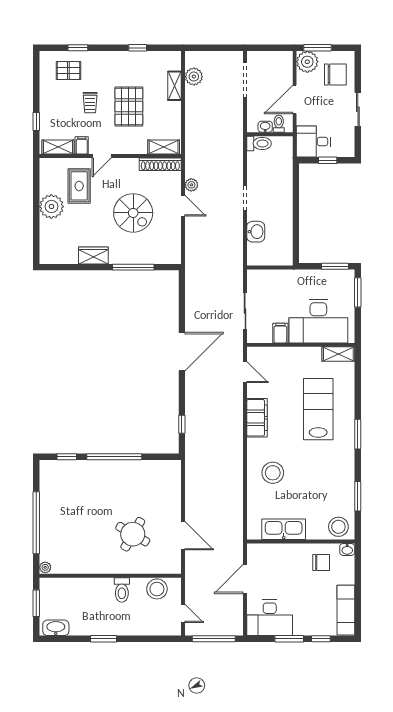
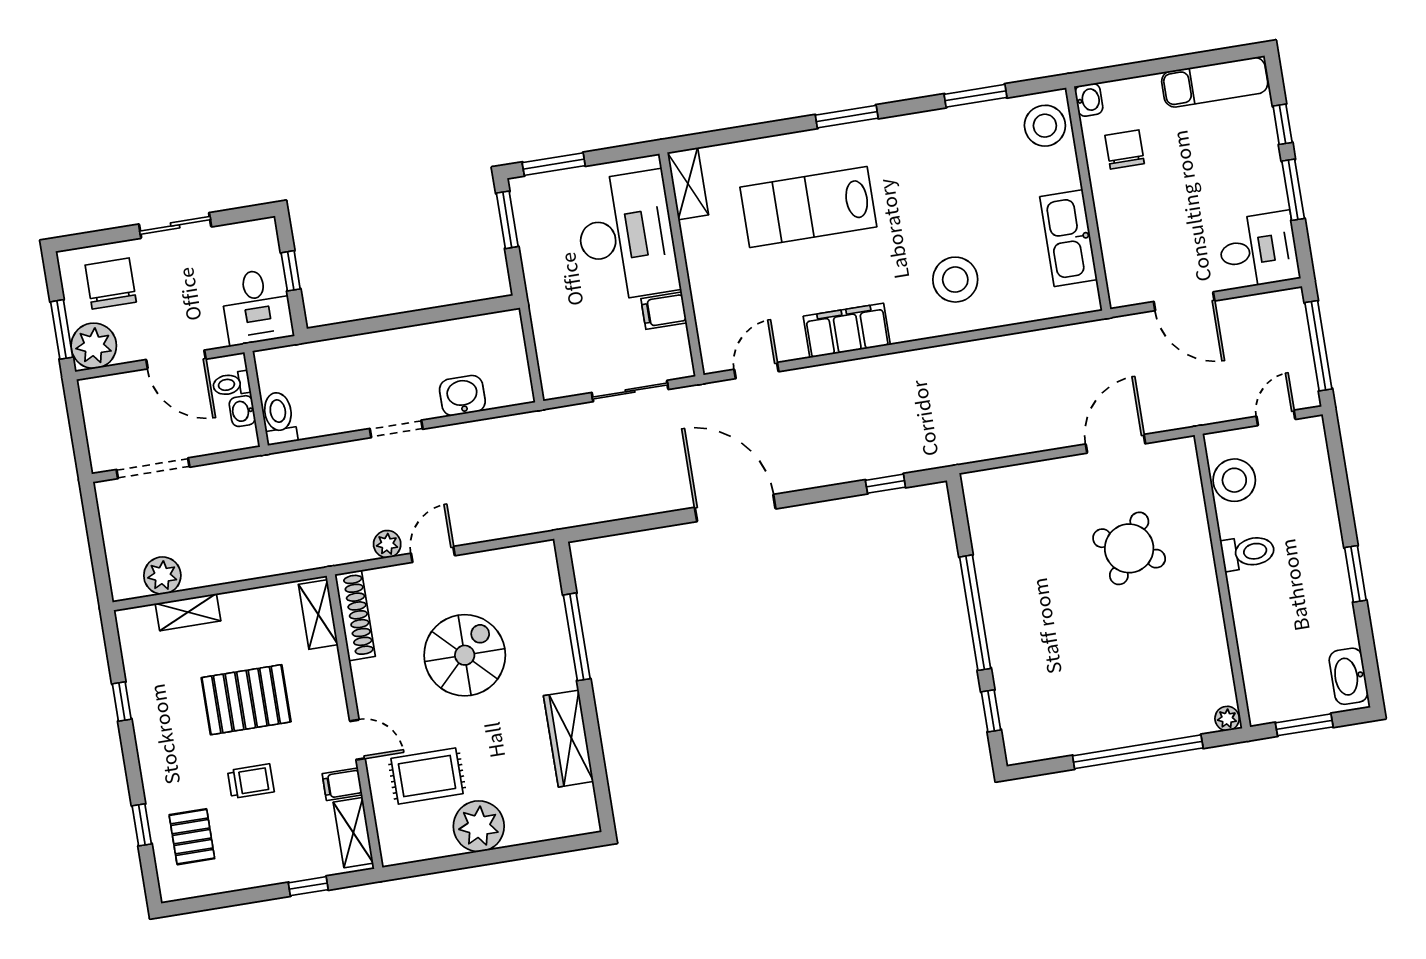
wardrobe: (93, 255) -> (569, 739), width x1.50
desk: (270, 618) -> (1258, 250), width x0.73

